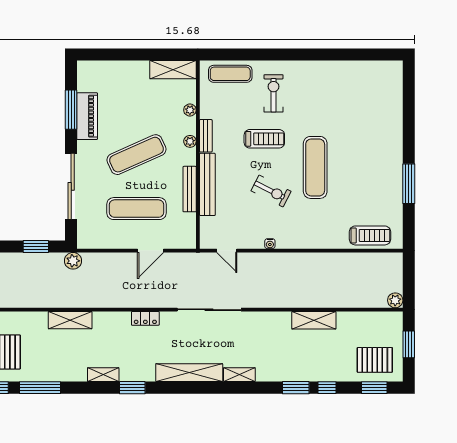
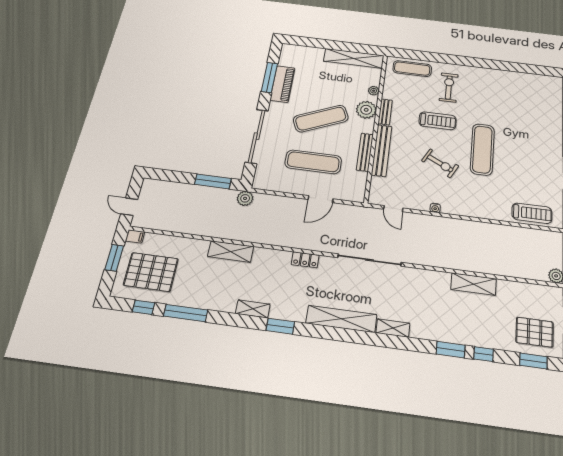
shelving: (173, 70) -> (354, 58), width x1.47
plant: (190, 141) -> (366, 110), width x1.87, depth x1.87
window: (36, 246) -> (213, 181), width x1.44

